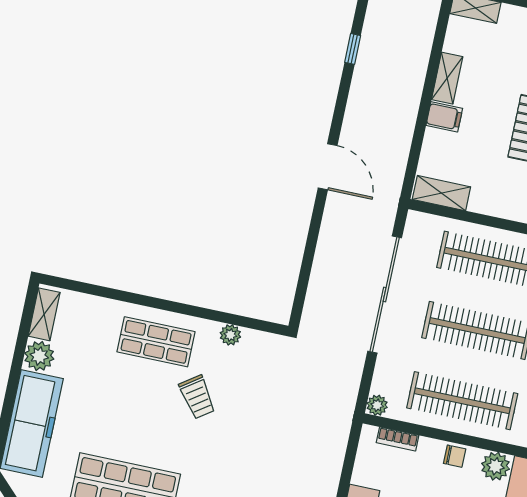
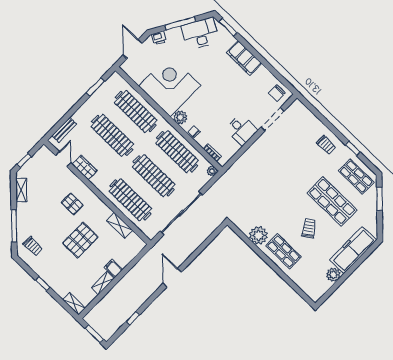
shelving: (441, 193) -> (120, 225), moved
shelving: (44, 314) -> (321, 290), removed
plant: (230, 335) -> (259, 235), width x1.88, depth x1.88
trolley: (197, 397) -> (309, 228), moved

